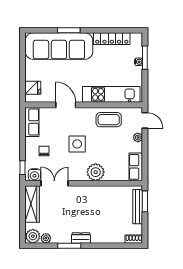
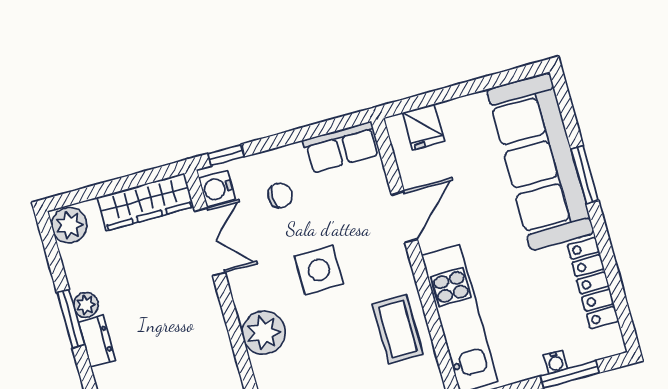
plant: (46, 238) -> (86, 305), moved

